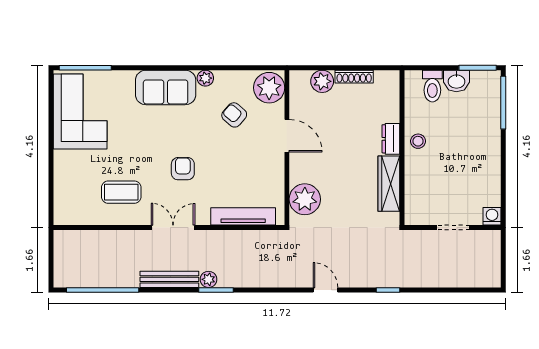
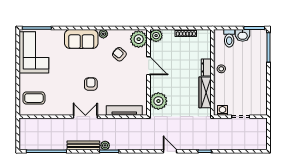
plant: (322, 81) -> (156, 36), moved
coffee table: (121, 192) -> (34, 98), moved
washing machine: (492, 216) -> (222, 110), moved

